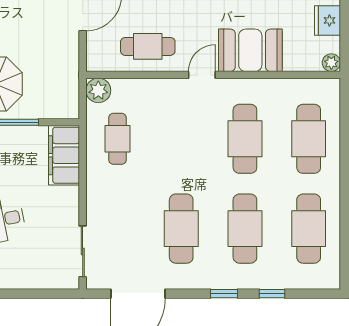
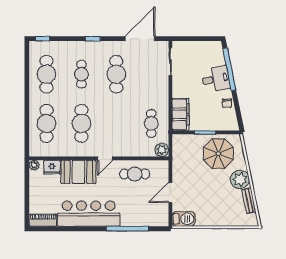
fridge: (327, 20) -> (52, 167), moved, turned 90
cafe table: (245, 229) -> (81, 74), width x0.73, depth x0.74
window: (272, 294) -> (43, 39), moved

